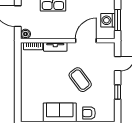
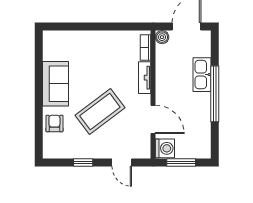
washing machine: (108, 20) -> (165, 148), moved, turned 90
coffee table: (80, 80) -> (100, 112), width x1.36, depth x1.32

